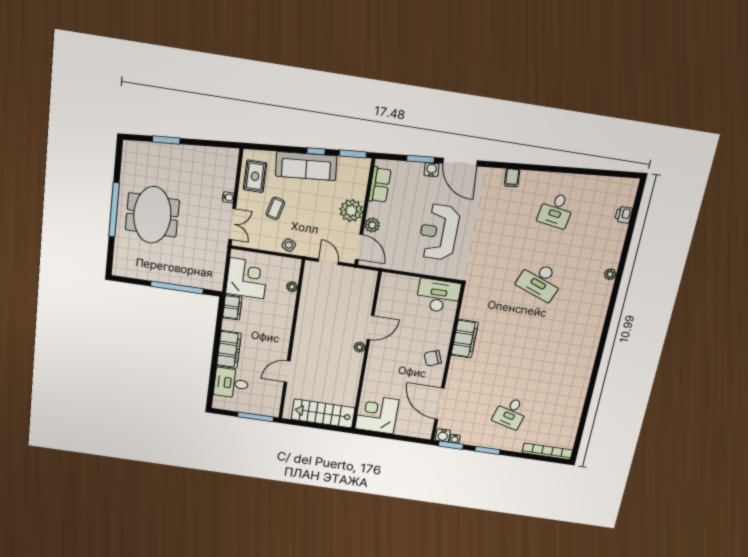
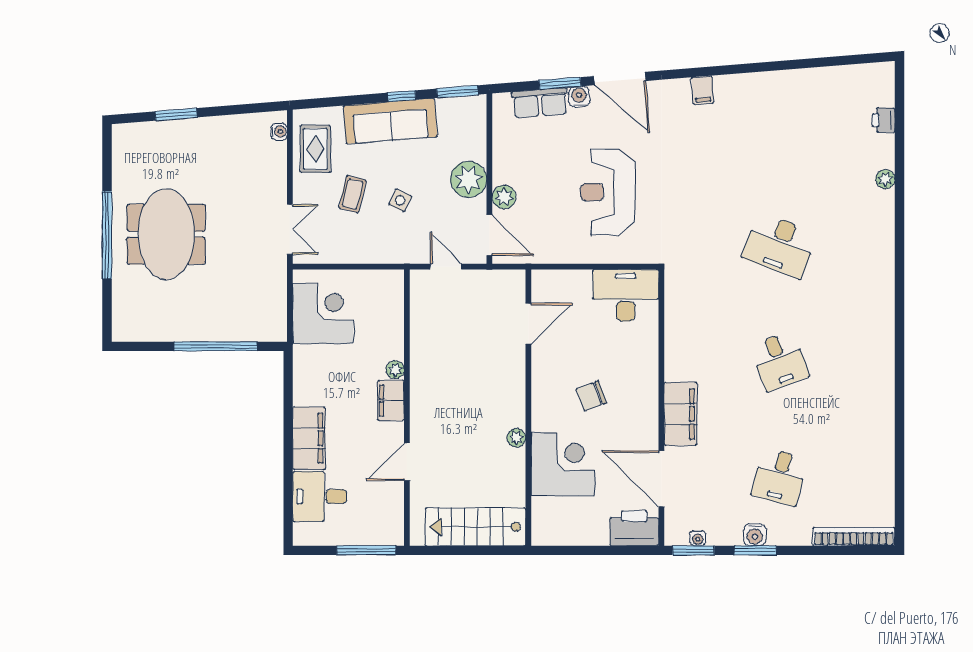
row of seats: (380, 185) -> (540, 103), moved, turned 85
water cooler: (228, 197) -> (279, 132), moved
desk: (556, 210) -> (780, 361), moved, turned -30
side table: (289, 245) -> (400, 200), moved
plant: (610, 274) -> (885, 179), moved
plant: (292, 287) -> (395, 370), moved
filing cabinet: (232, 307) -> (391, 400), moved, turned 180
door: (370, 328) -> (528, 324), moved
filing cabinet: (465, 339) -> (681, 414), moved
plant: (360, 347) -> (516, 438), moved
chair: (433, 358) -> (591, 396), moved
corner desk: (377, 414) -> (563, 464), moved, turned 90
printer: (418, 428) -> (634, 528), added
water cooler: (443, 435) -> (755, 535), moved

